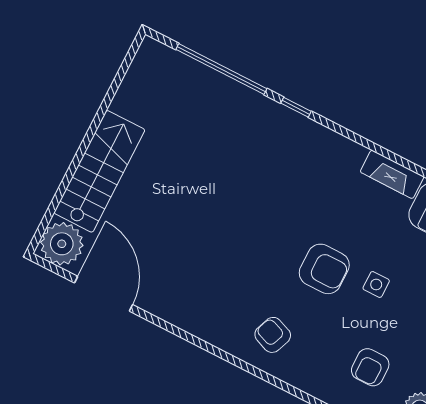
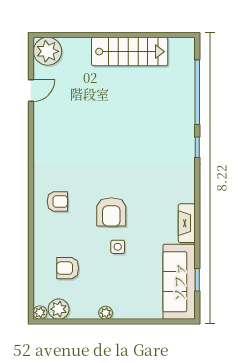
stairs: (99, 171) -> (130, 52), moved
door: (104, 294) -> (31, 91), width x0.53
armchair: (273, 335) -> (57, 201), turned 69

